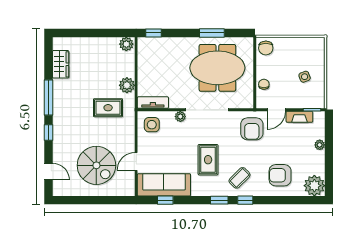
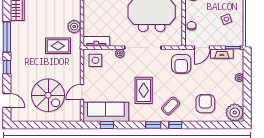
armchair: (280, 175) -> (205, 104), turned 90

